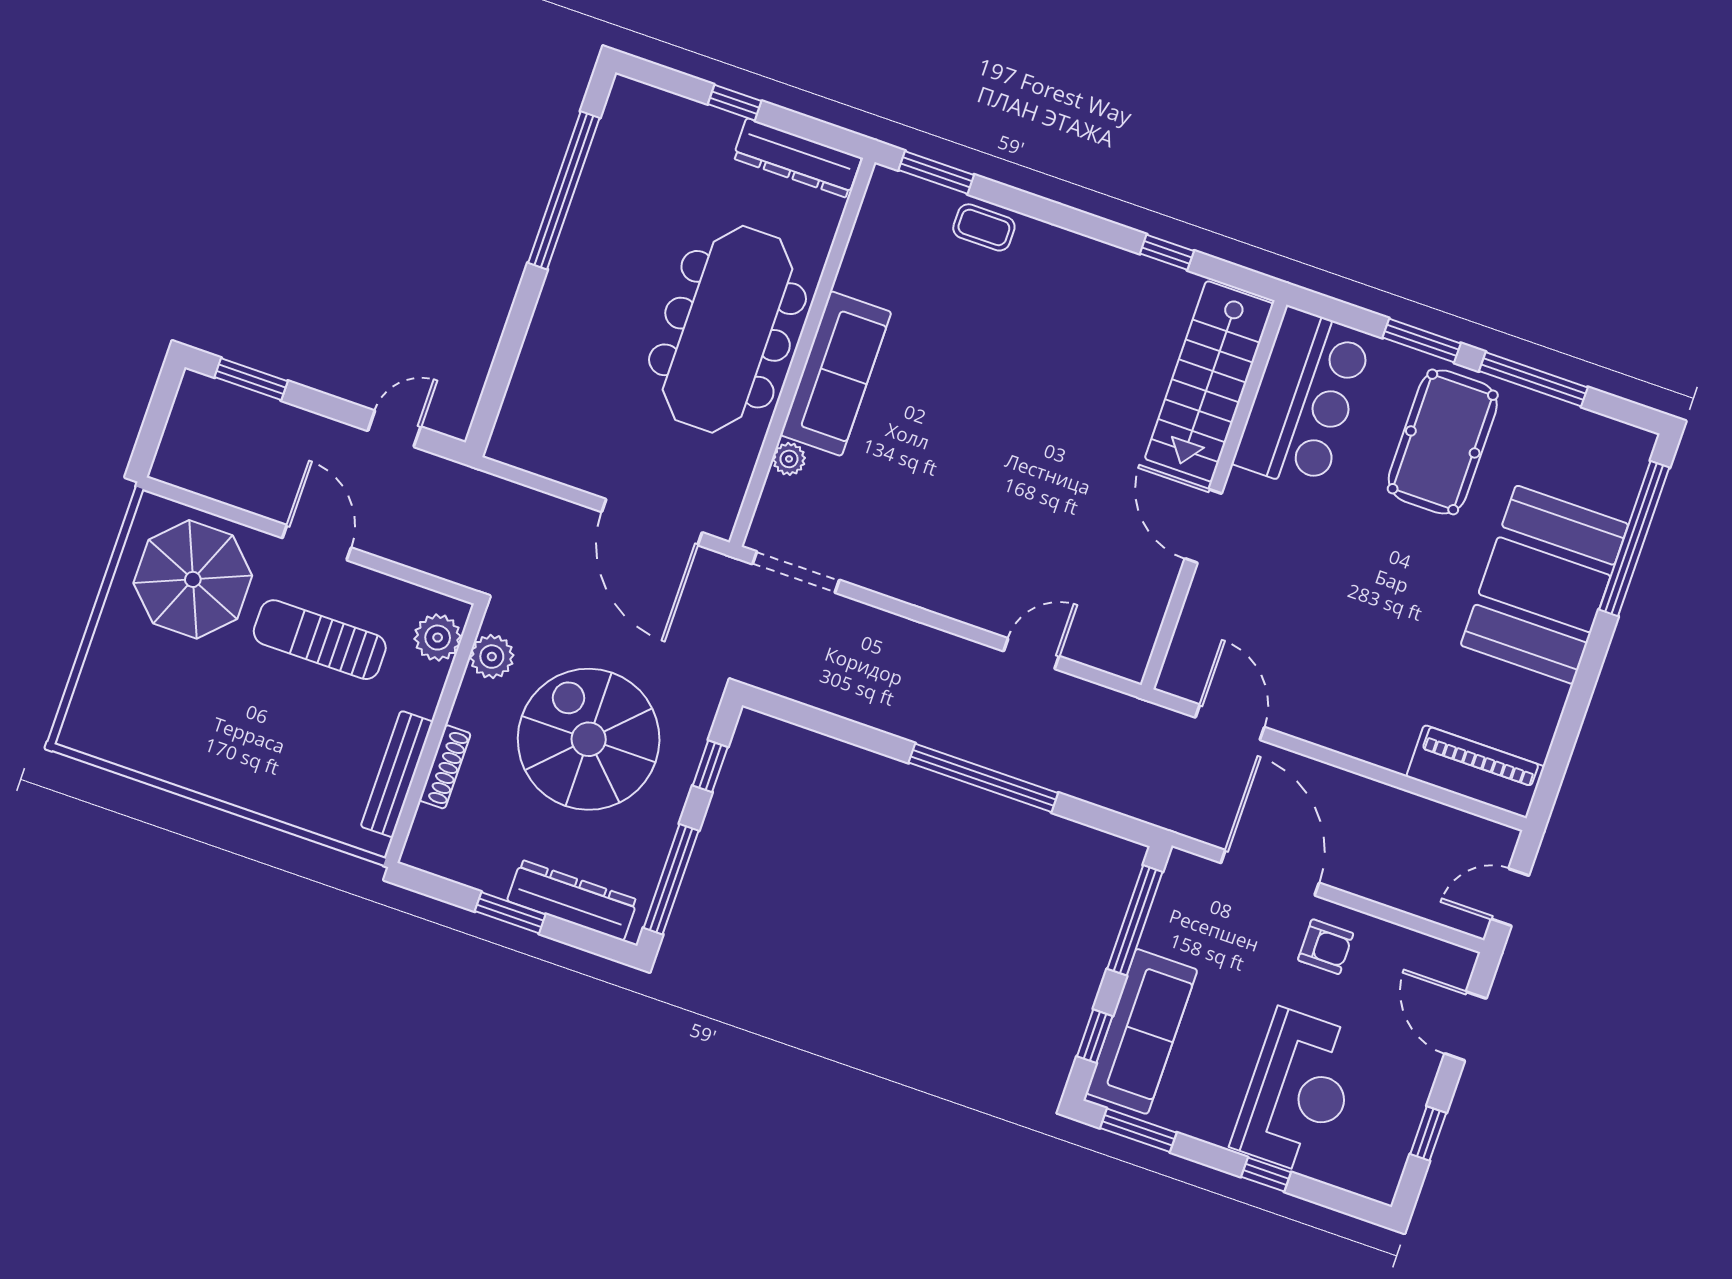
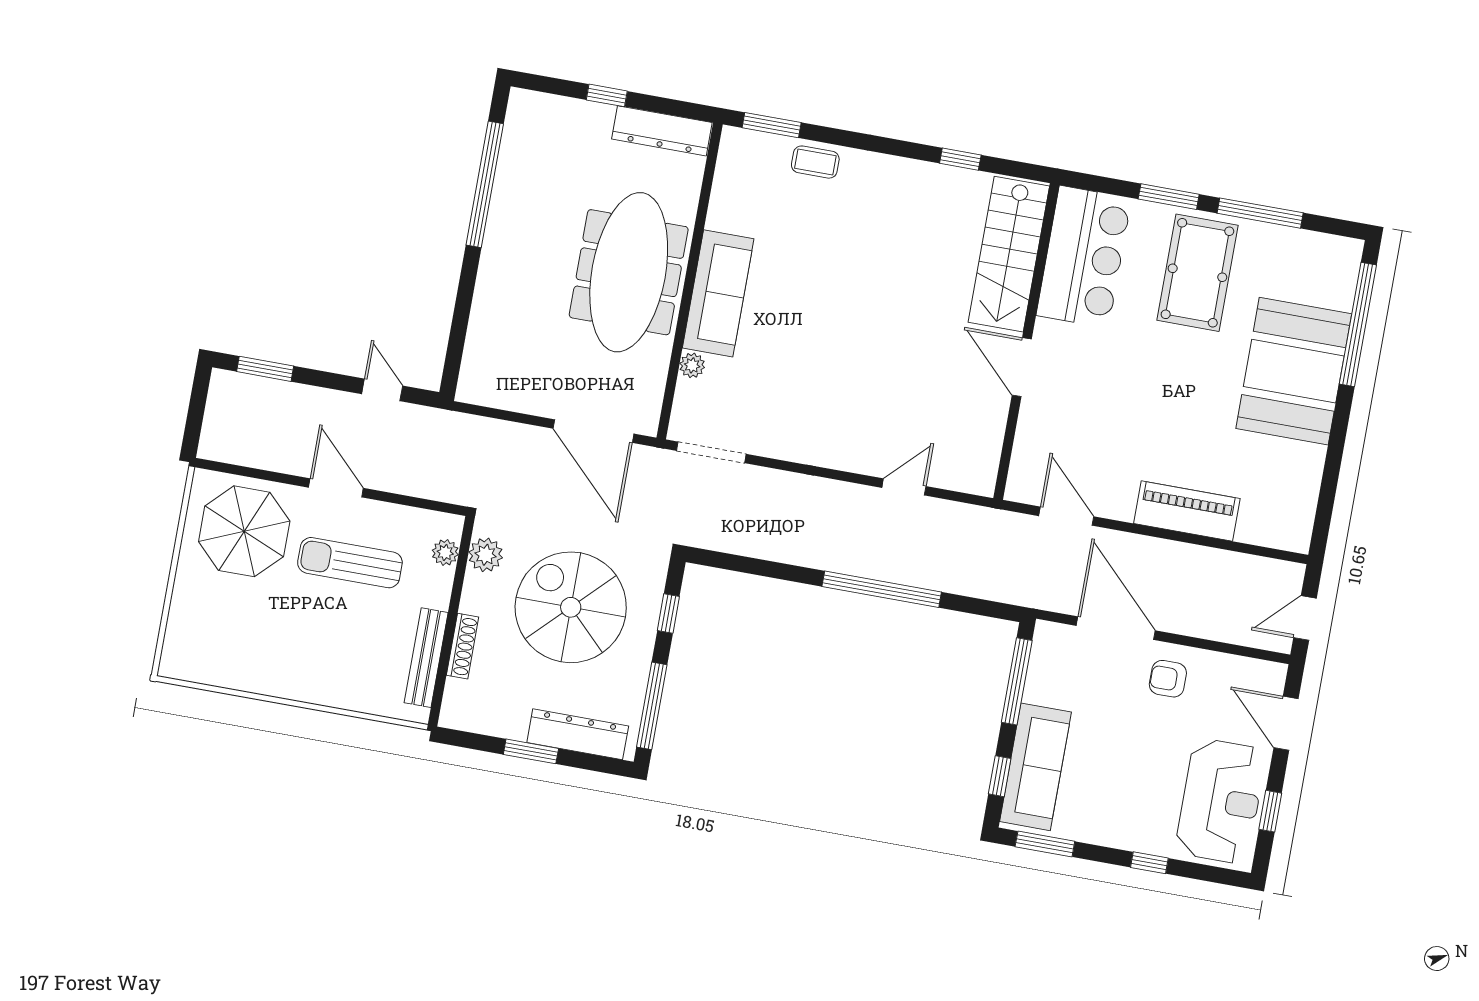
door: (394, 429) -> (382, 390), hinge flipped
plant: (438, 638) -> (445, 553), width x0.73, depth x0.73
piano: (1475, 772) -> (1187, 511), moved
armchair: (1326, 947) -> (1168, 679), turned 180
reception desk: (1298, 1092) -> (1221, 801), moved

